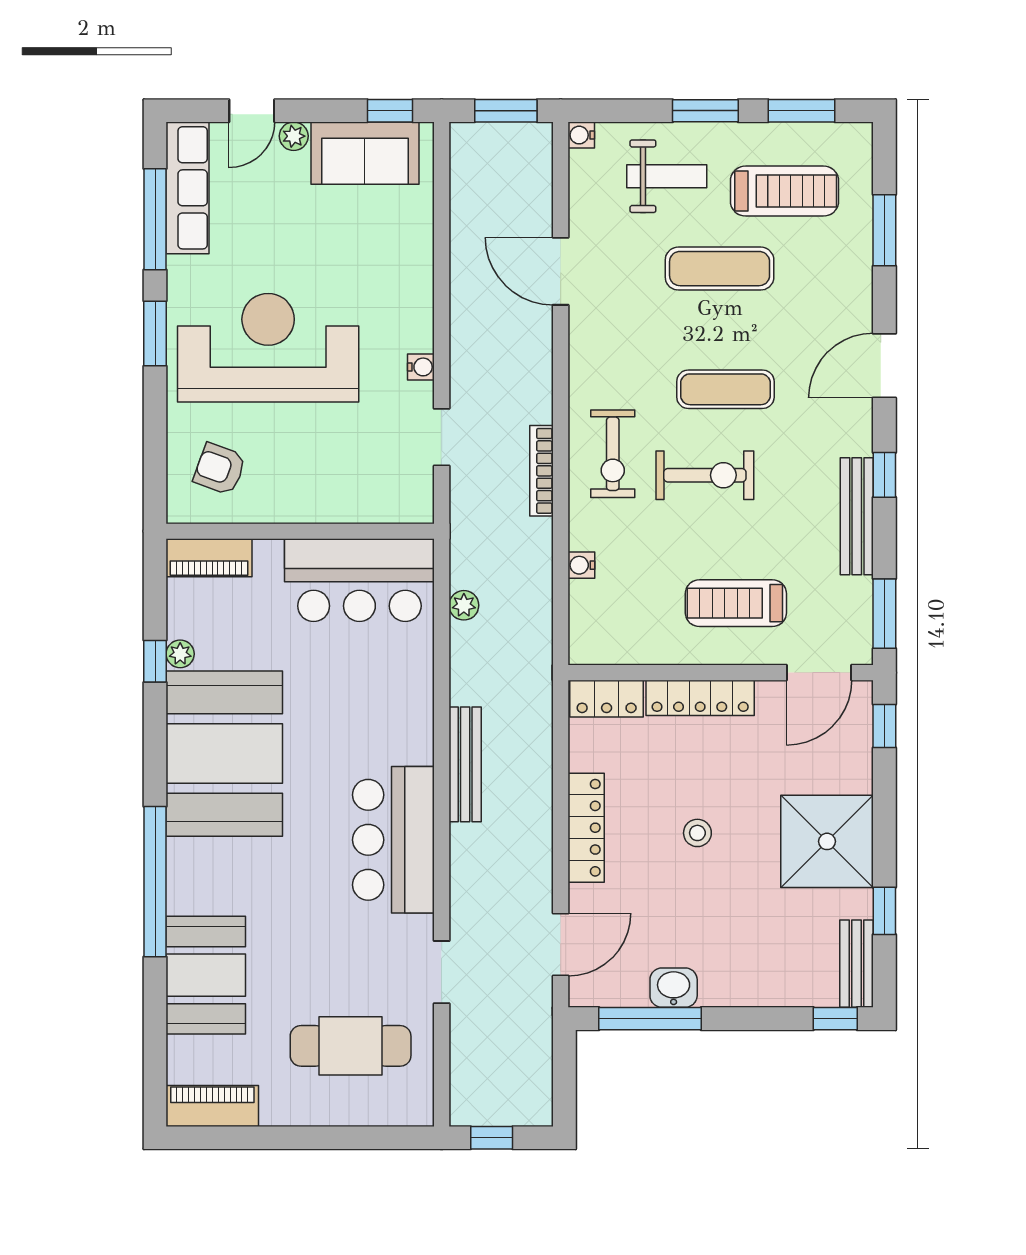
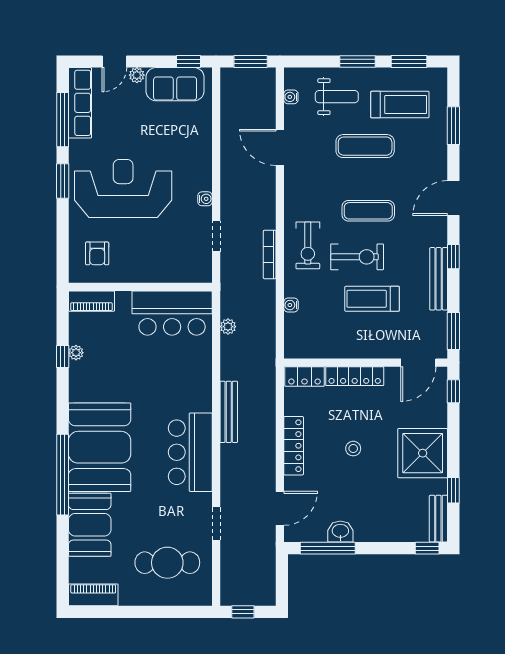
water cooler: (581, 135) -> (291, 97), moved
armchair: (220, 469) -> (97, 253), turned -110
treadmill: (736, 603) -> (372, 299), moved
booth: (224, 754) -> (100, 447), moved

